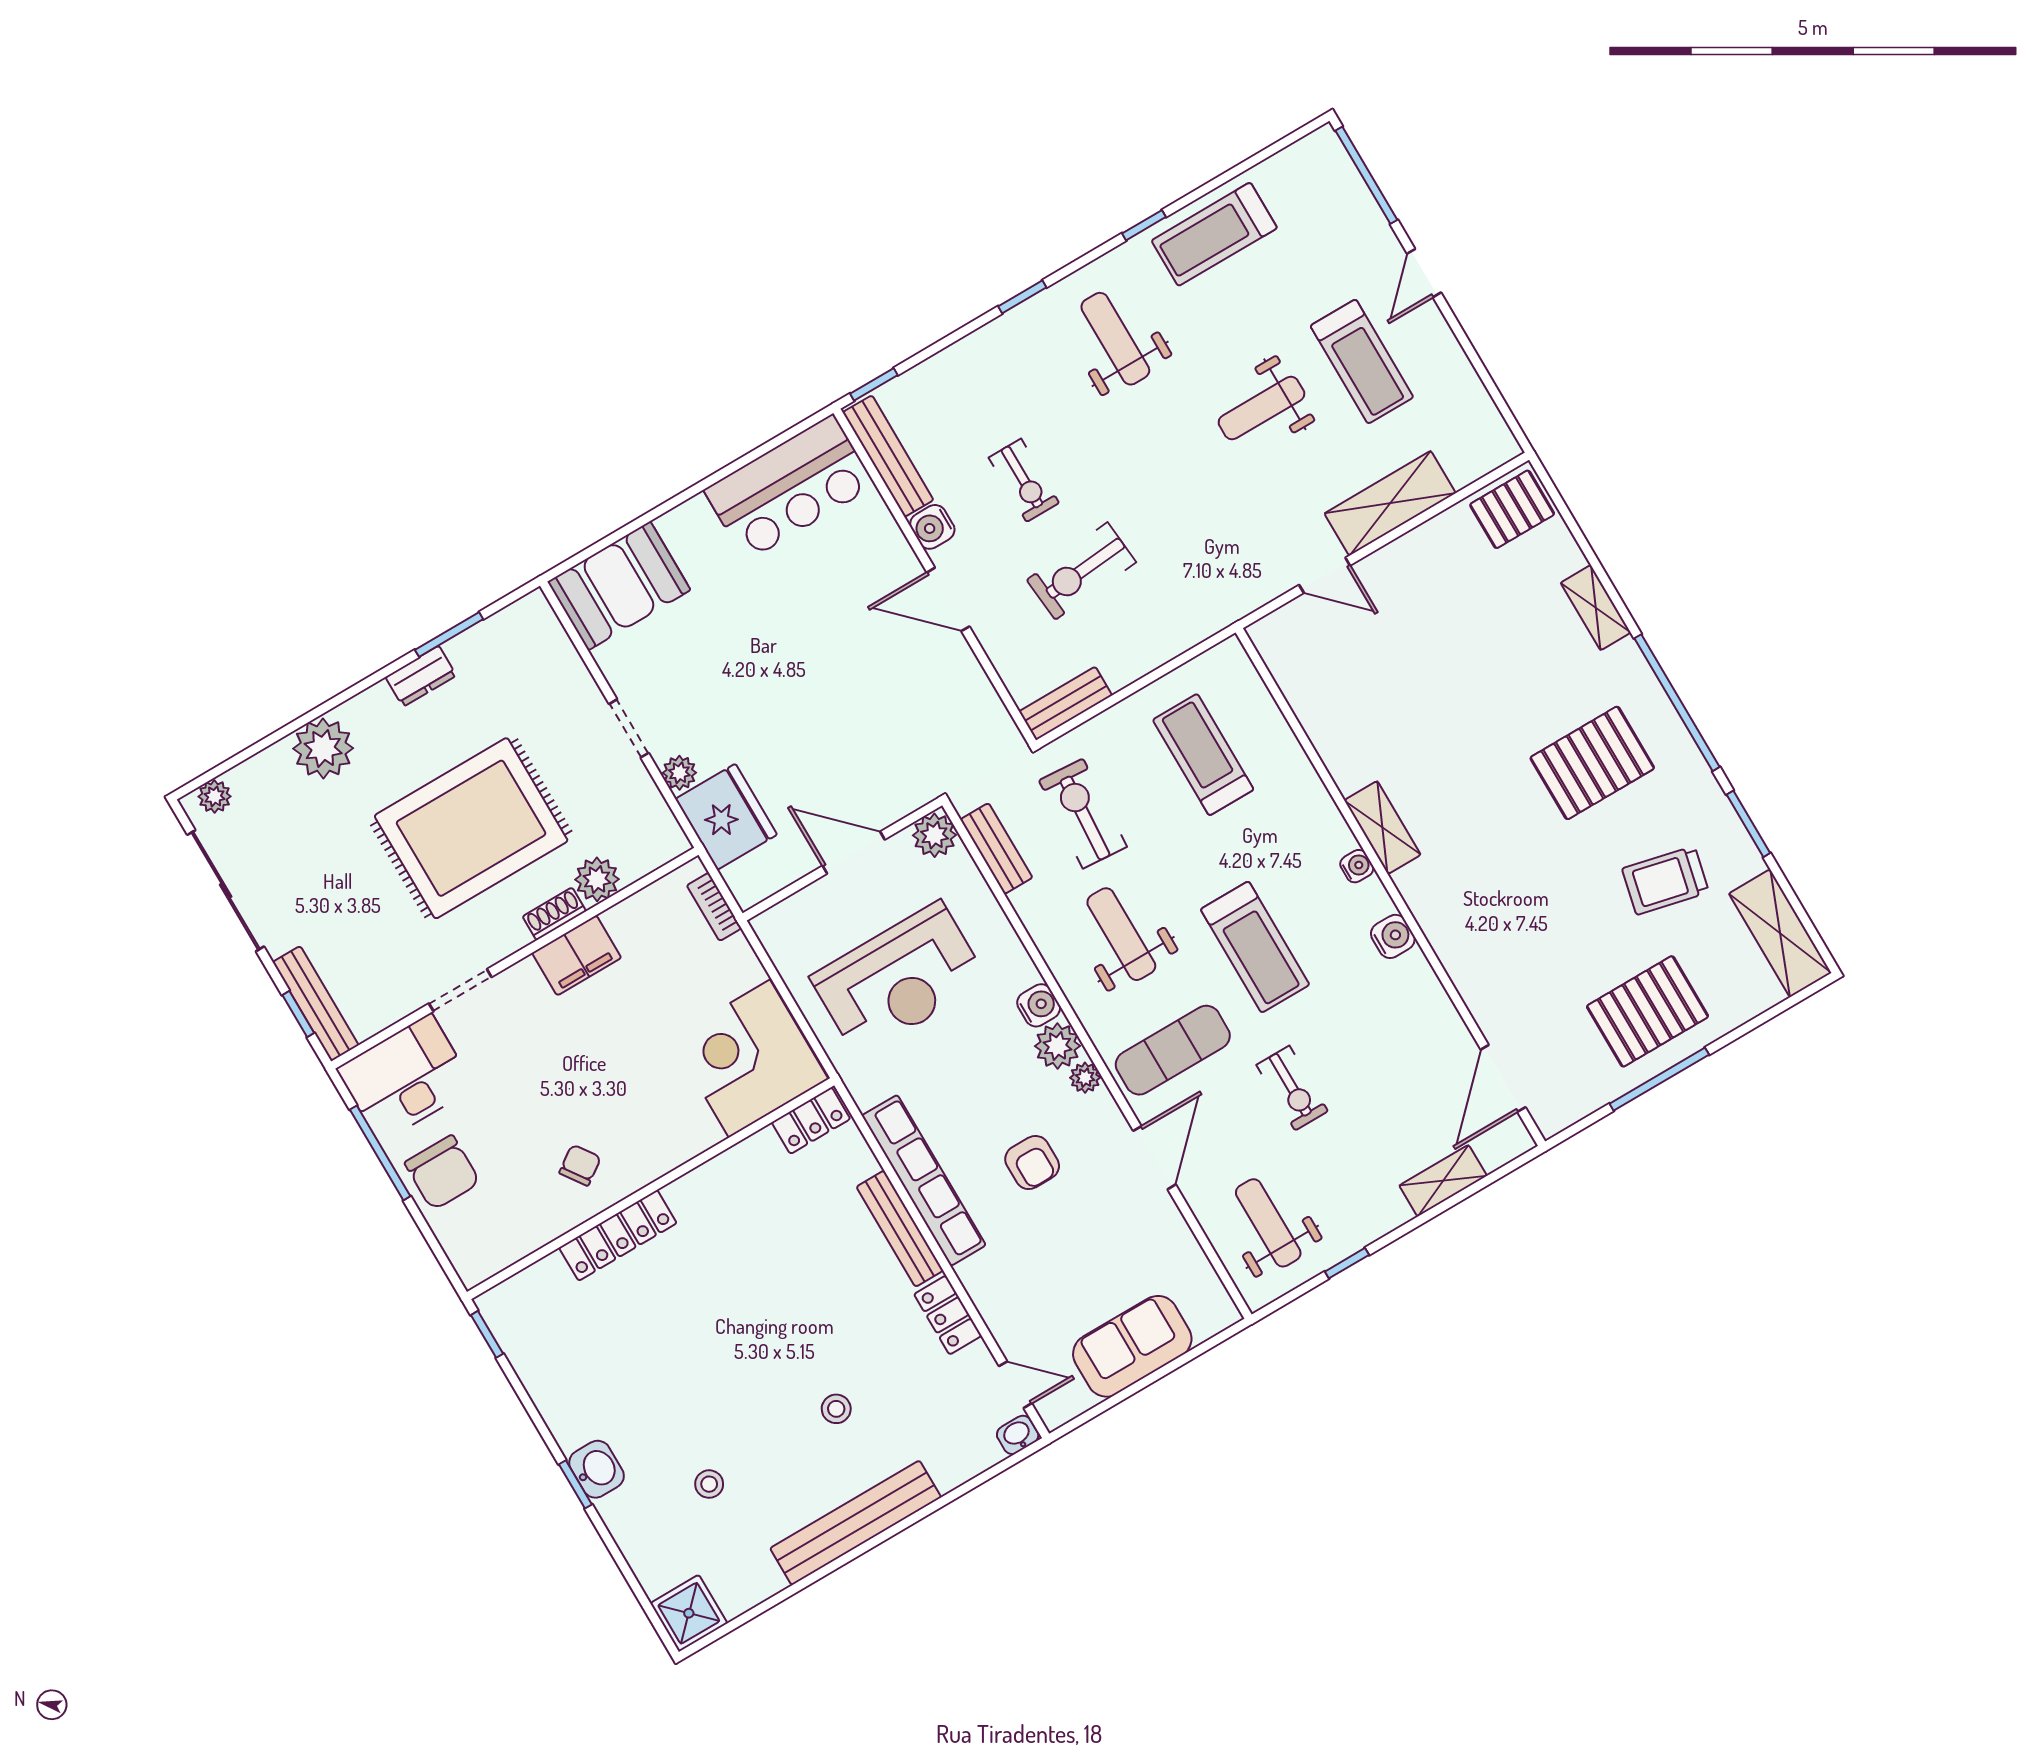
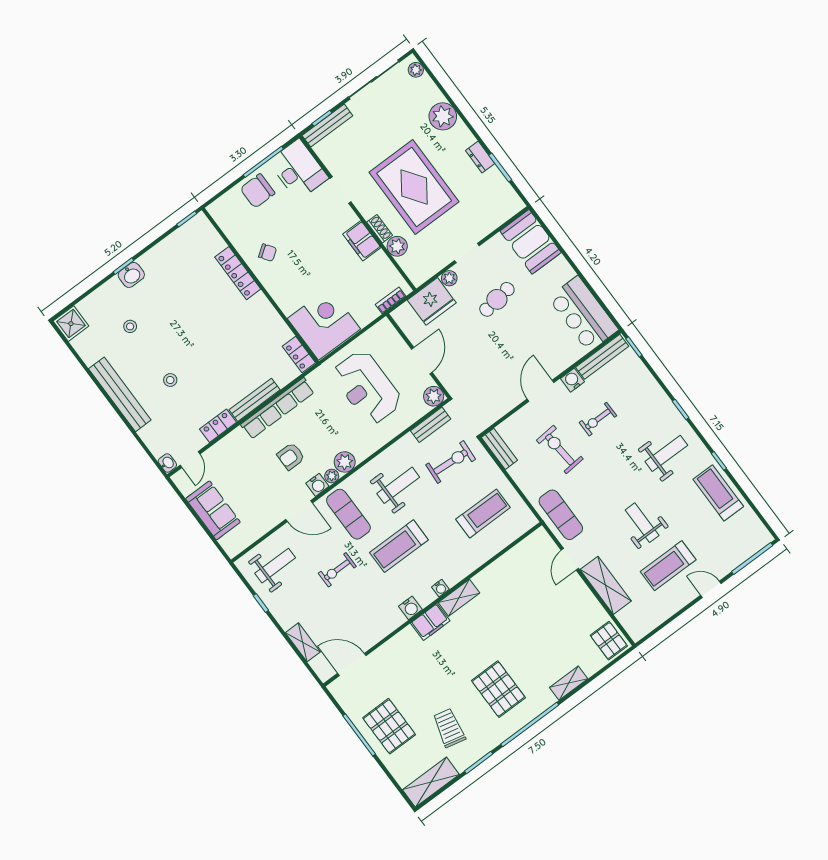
exercise mat: (1225, 585) -> (561, 515), added
cafe table: (737, 673) -> (497, 299), added
filing cabinet: (1429, 896) -> (430, 622), added
water cooler: (1039, 1005) -> (317, 485), moved

